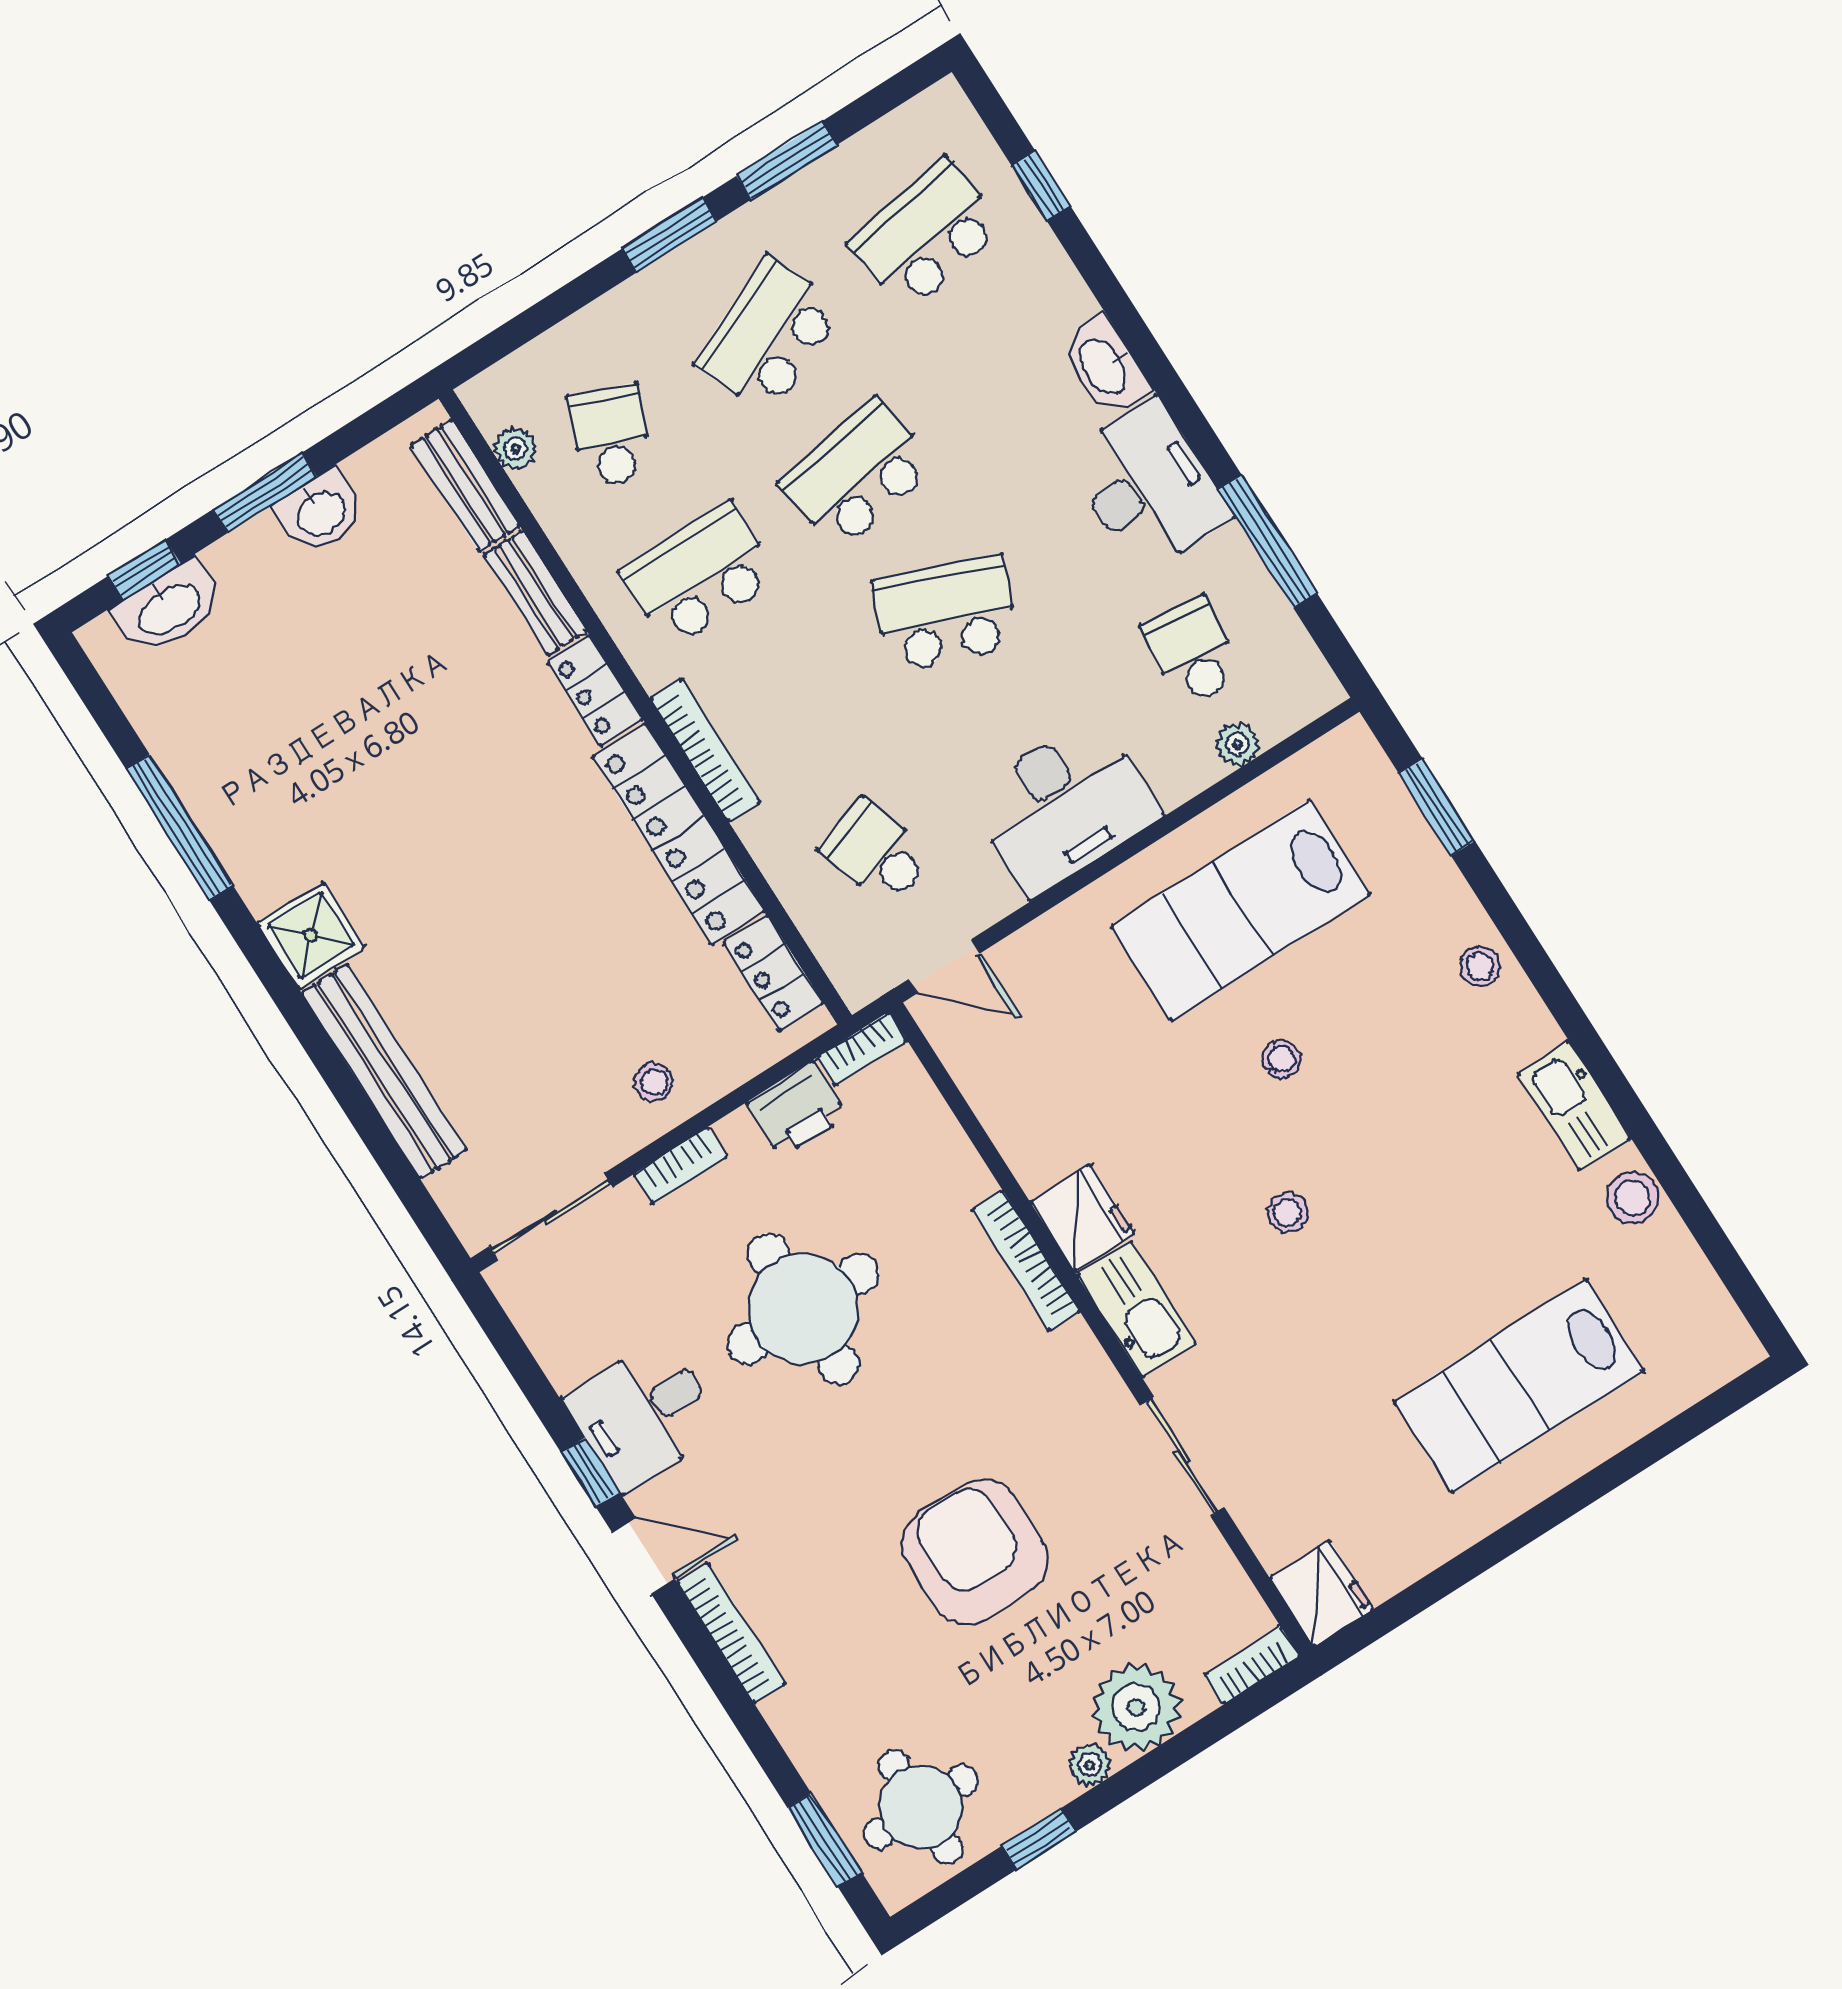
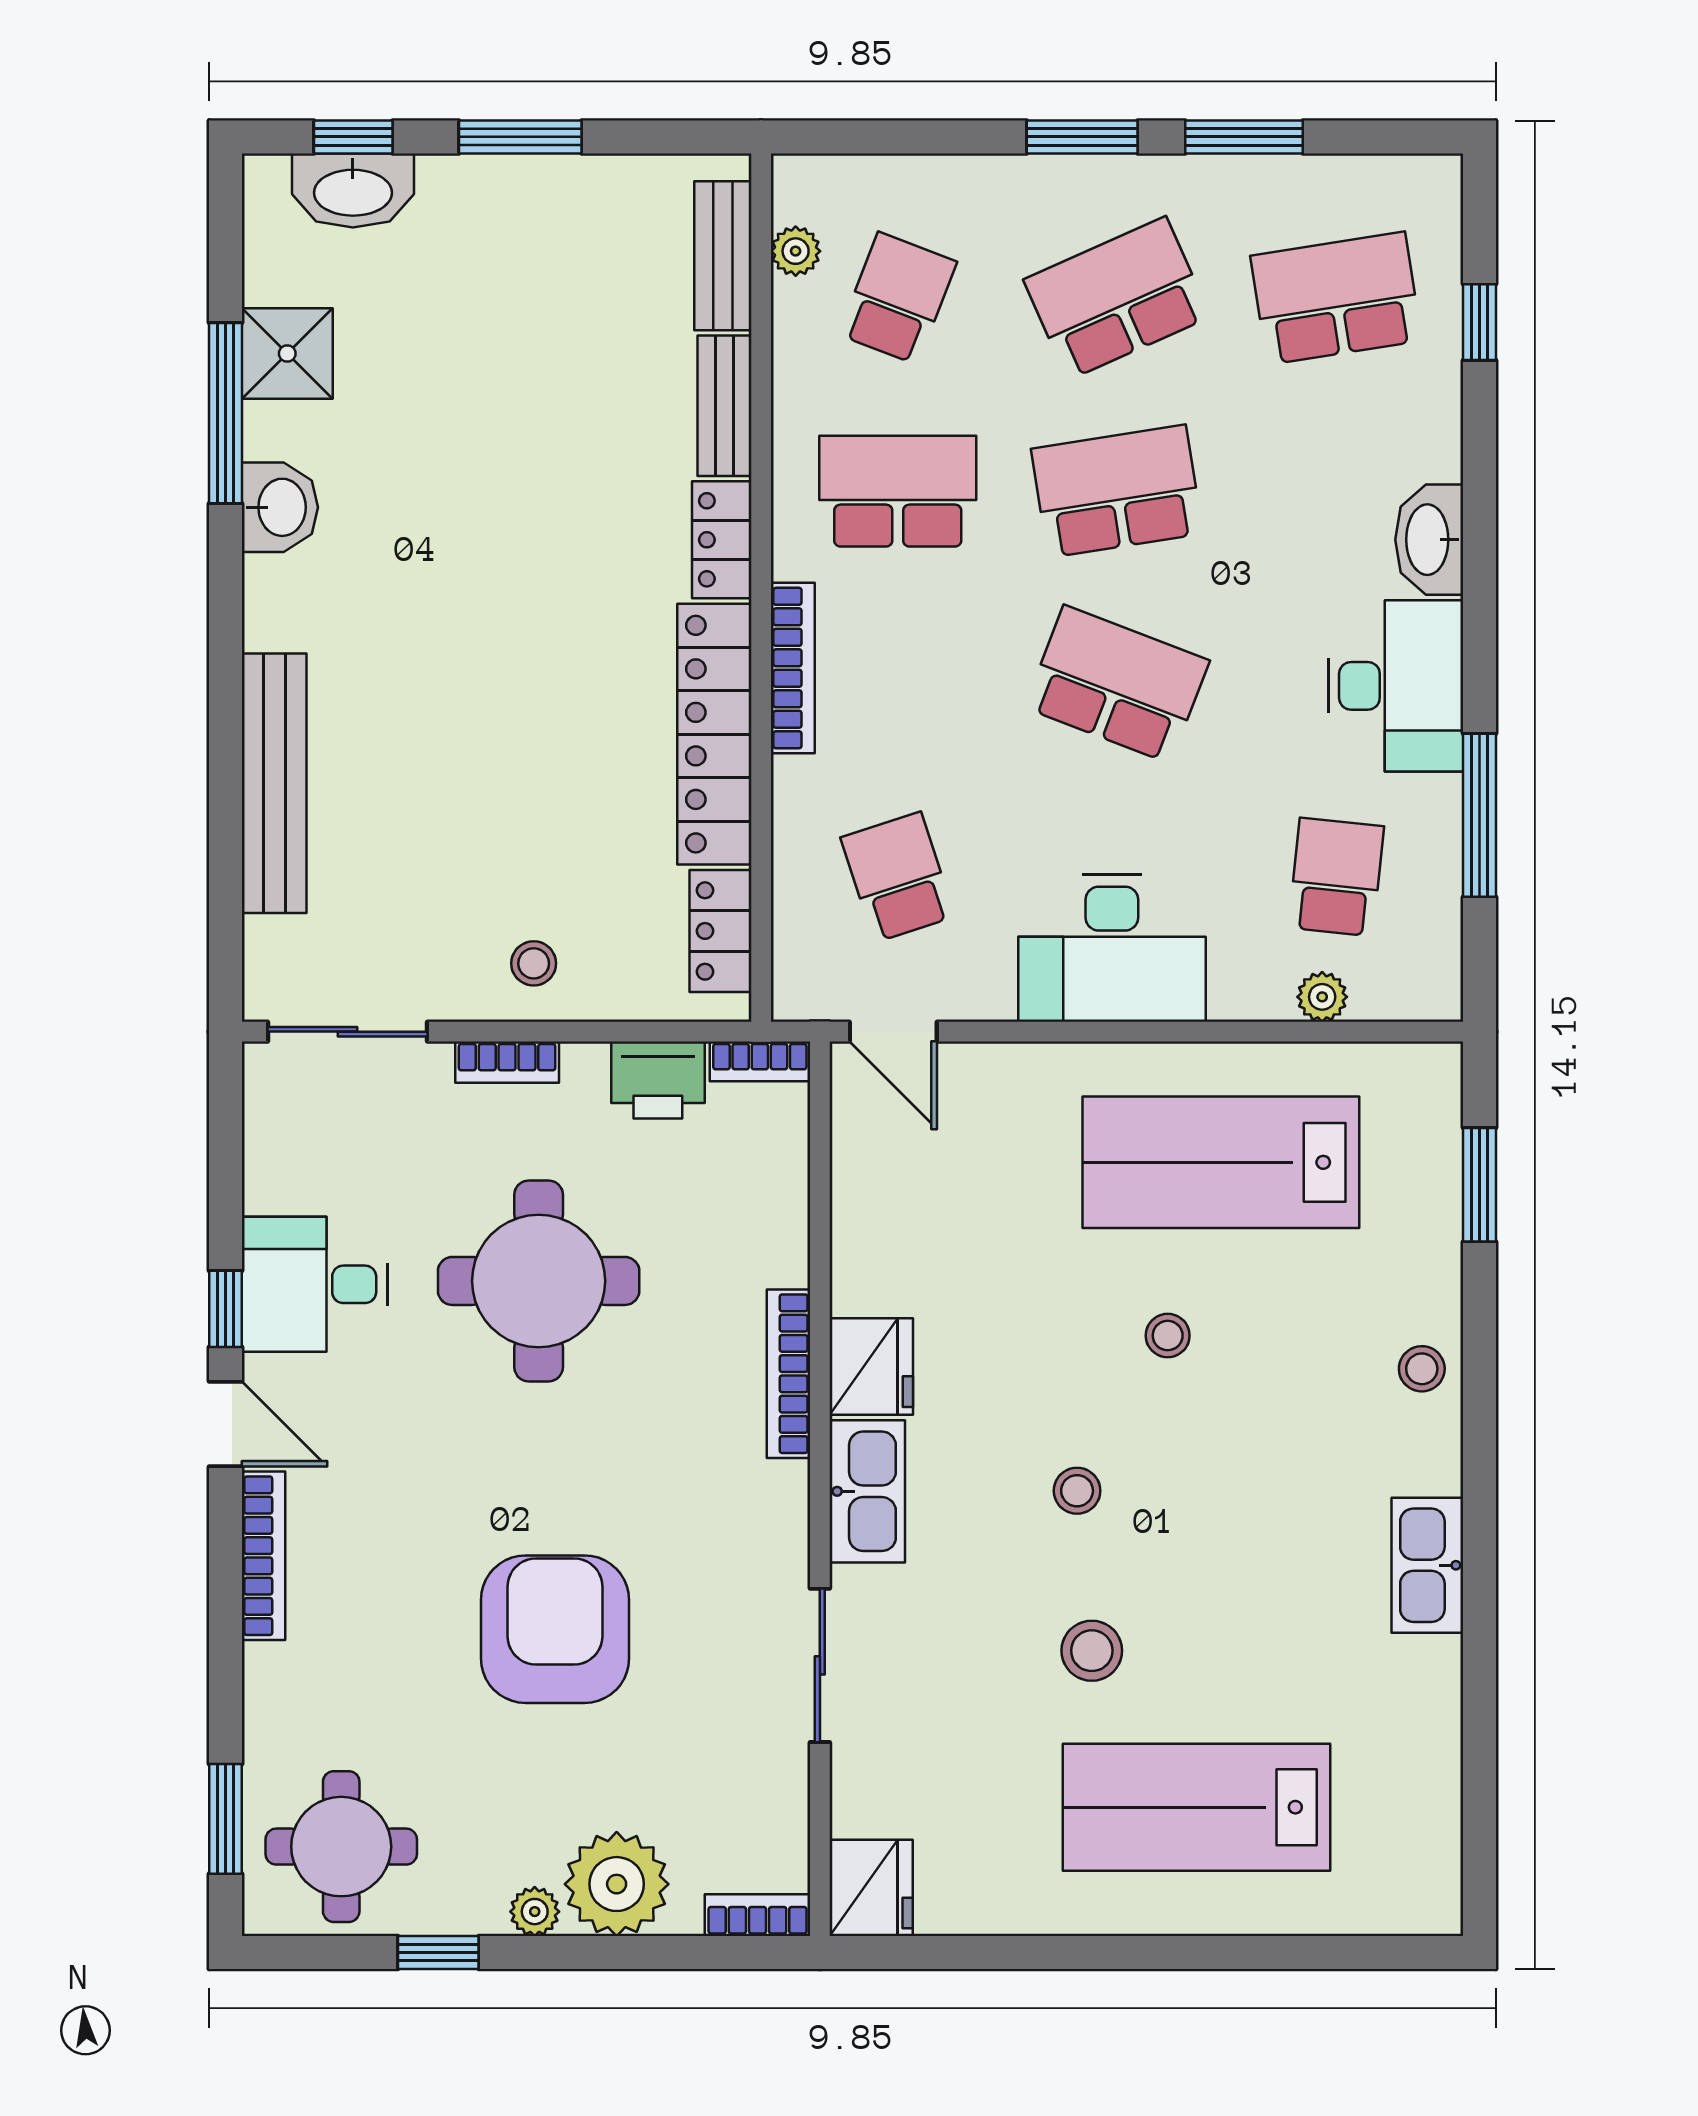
washbasin: (321, 512) -> (280, 507), moved, turned -90
shower: (311, 935) -> (287, 353), moved
stool: (1633, 1198) -> (1092, 1651), moved

